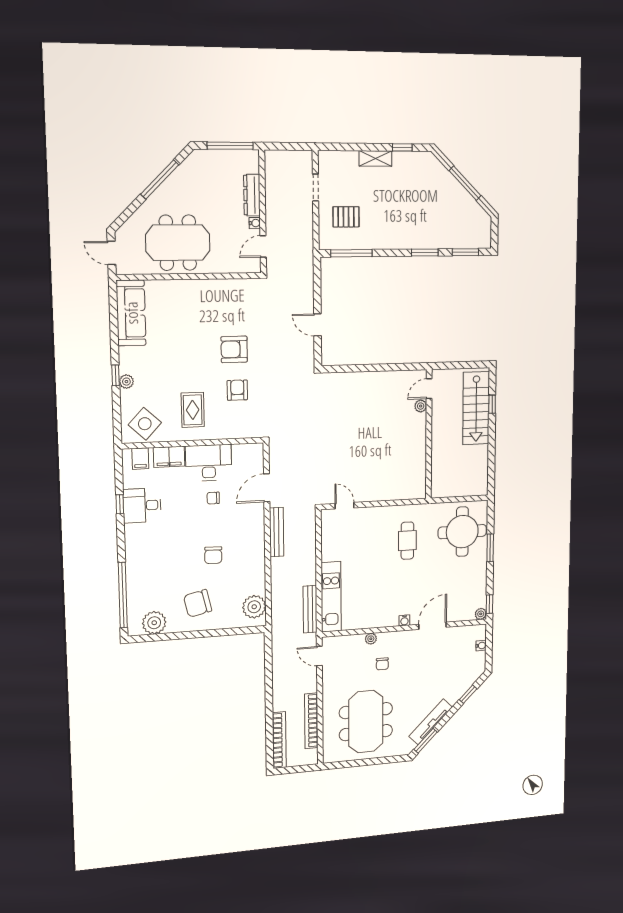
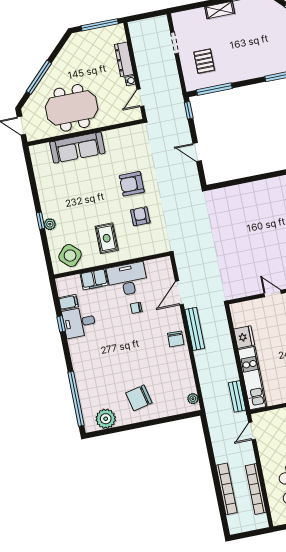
window: (160, 180) -> (39, 77), moved
pallet: (346, 217) -> (204, 61), turned 90
window: (317, 273) -> (189, 110), added
sofa: (131, 313) -> (77, 148), moved, turned 90
filing cabinet: (140, 459) -> (68, 302), moved, turned -90
door: (345, 506) -> (273, 294), moved
fridge: (331, 549) -> (244, 337), added
chair: (213, 555) -> (176, 339), moved
plant: (254, 607) -> (193, 399), width x0.53, depth x0.53
bench: (310, 609) -> (237, 396), width x0.73
door: (319, 656) -> (252, 431), hinge flipped
bookcase: (279, 740) -> (227, 489), moved

